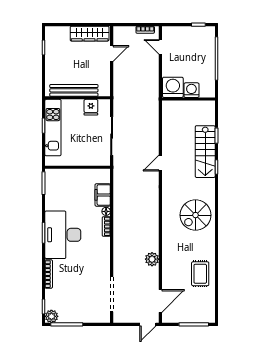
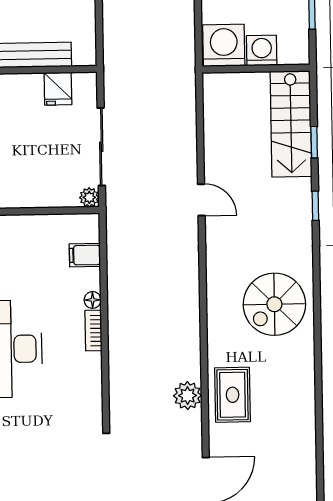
stairs: (205, 152) -> (291, 124), moved
plant: (105, 161) -> (89, 197), added
door: (160, 163) -> (201, 200), swing flipped
filing cabinet: (103, 195) -> (85, 255), width x0.50
rug: (200, 274) -> (233, 395), moved

